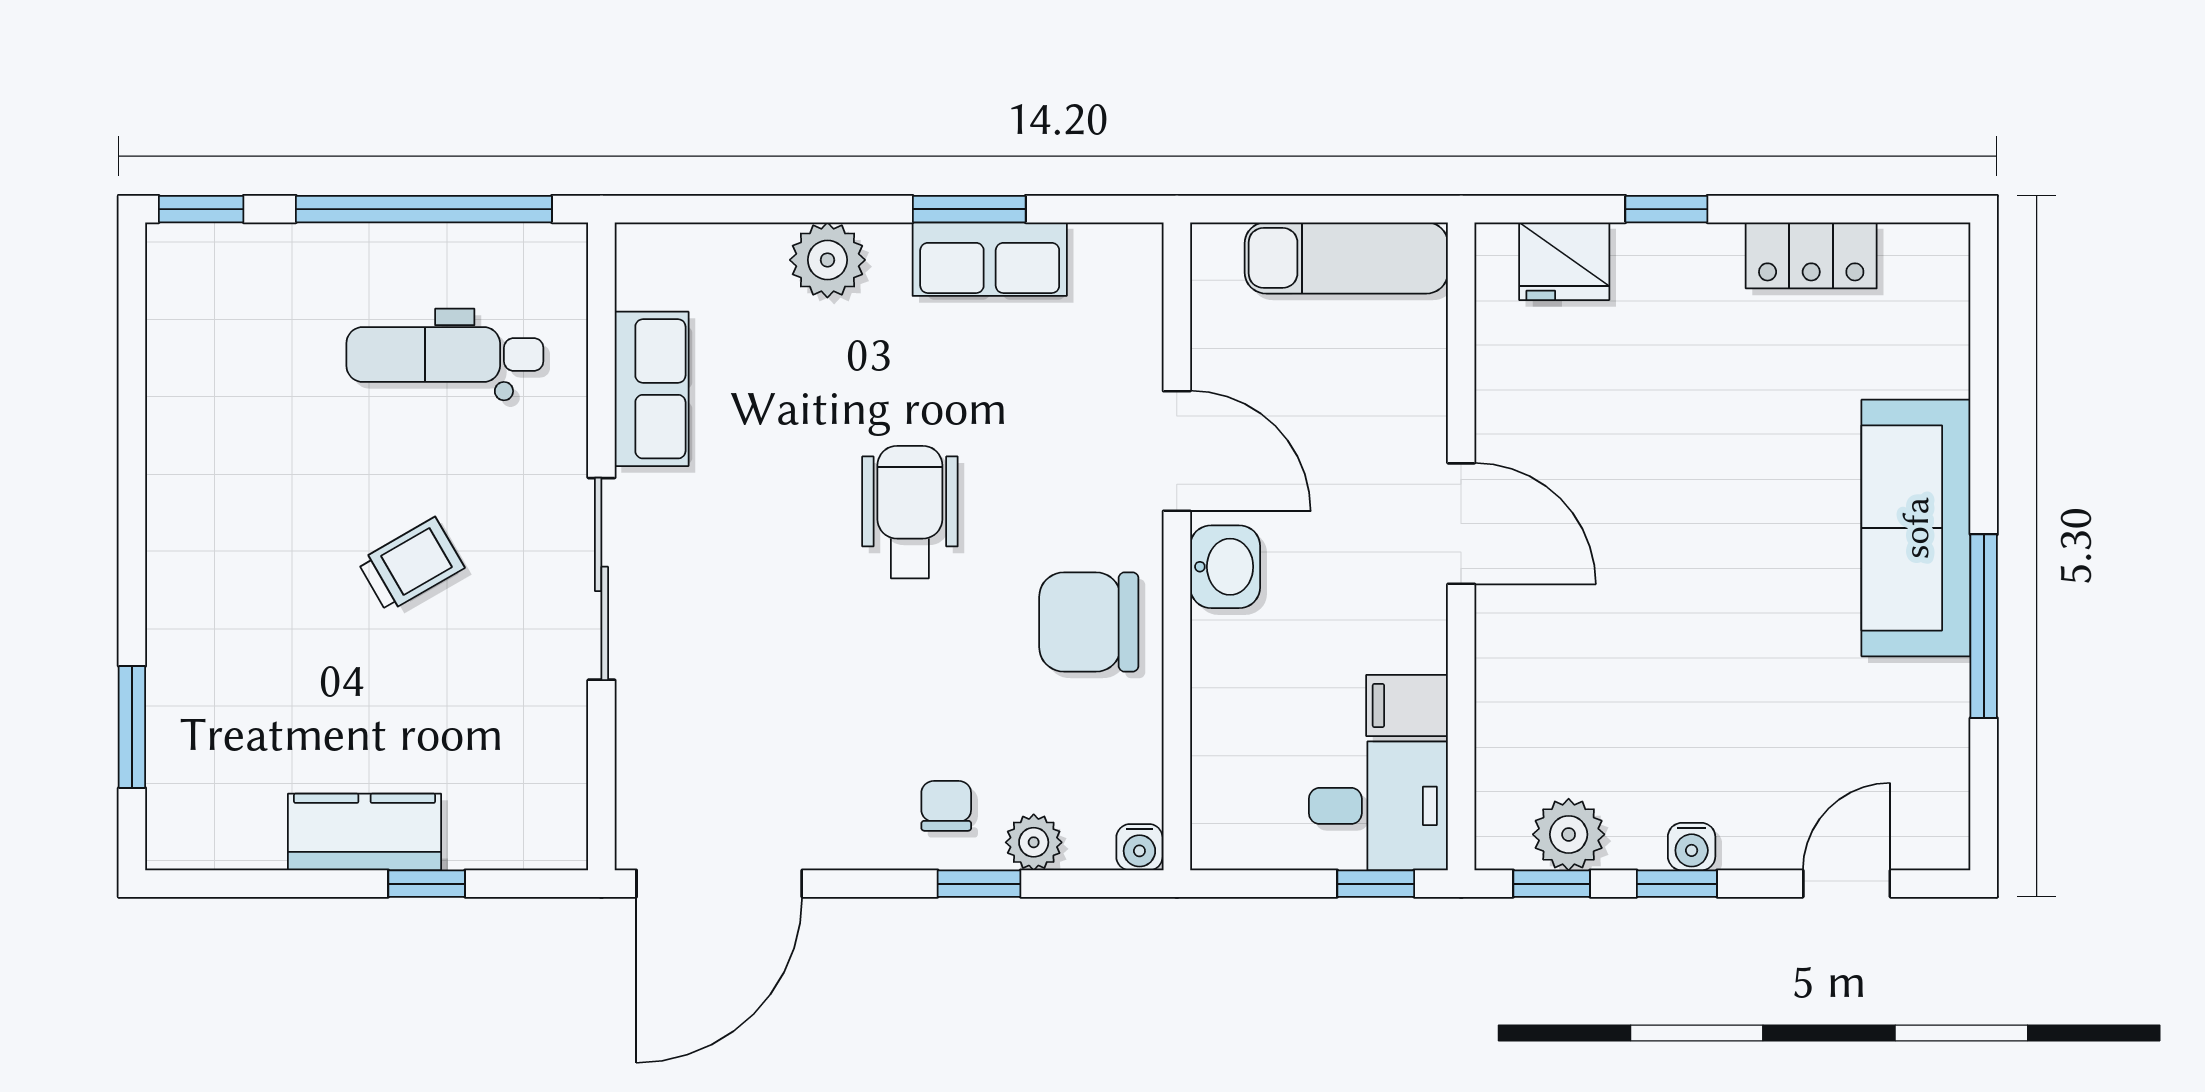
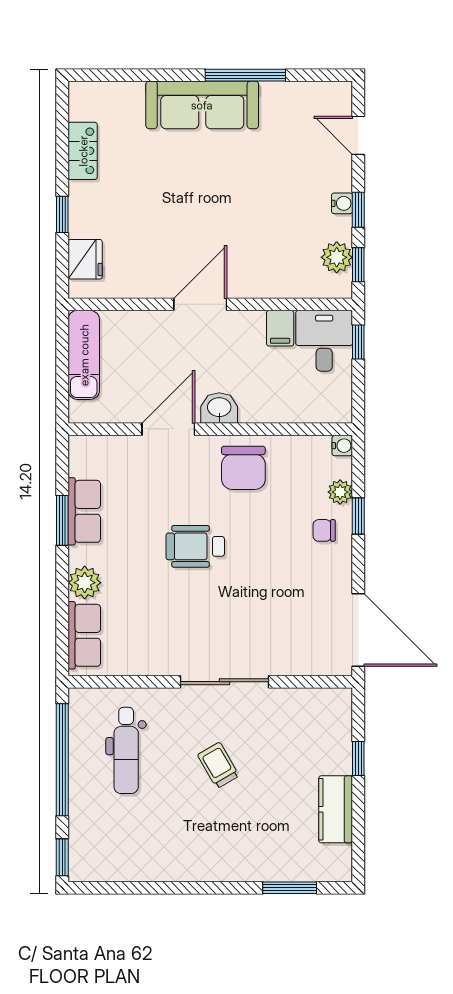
row of seats: (652, 389) -> (84, 635), moved, turned 90
kitchen counter: (365, 832) -> (336, 809), moved

